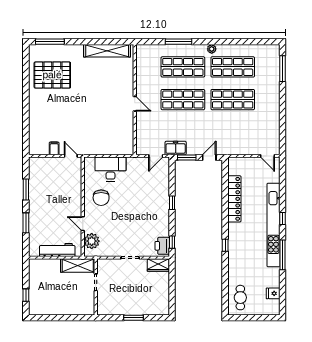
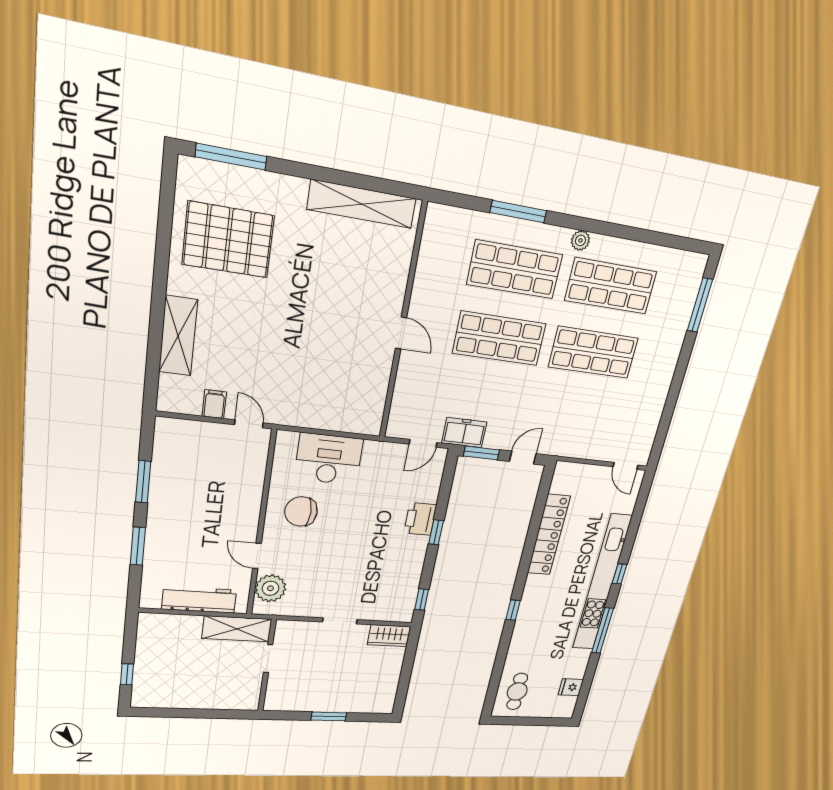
shelving: (35, 119) -> (178, 336), added
chair: (101, 198) -> (301, 511), turned 90
printer: (162, 246) -> (420, 519), moved

